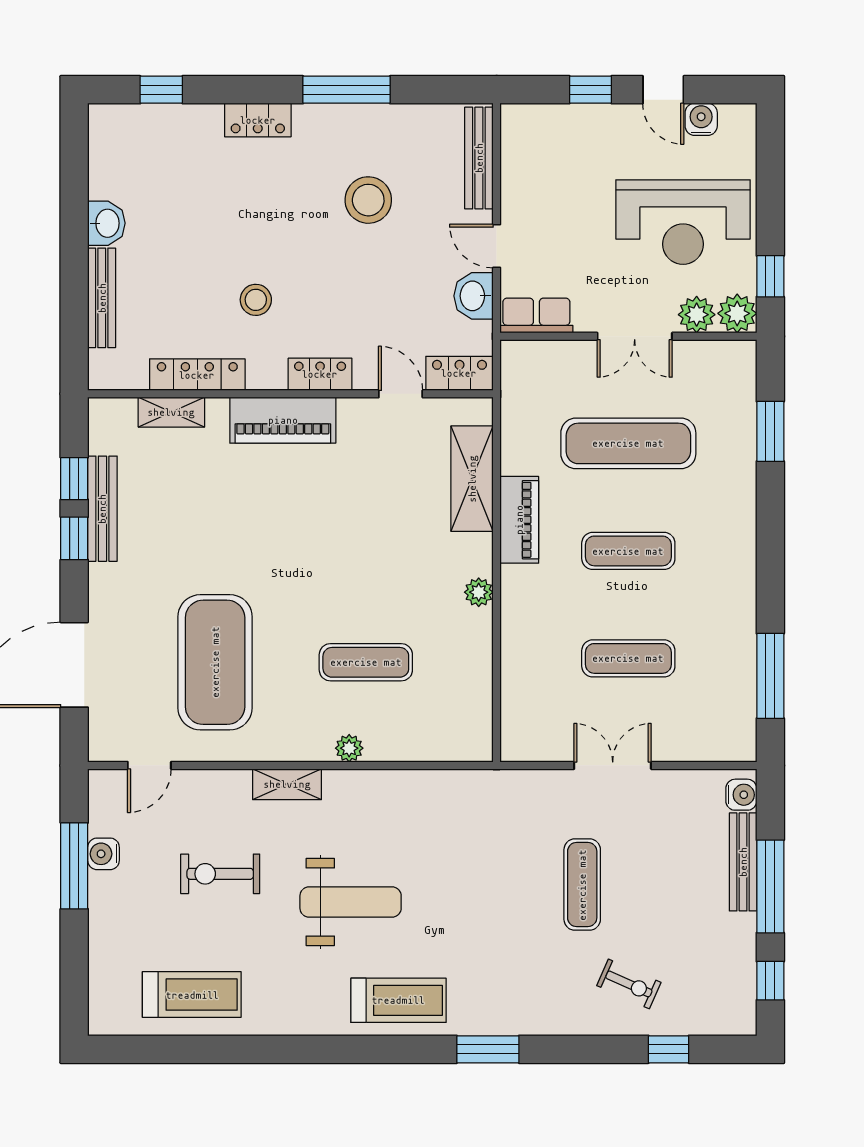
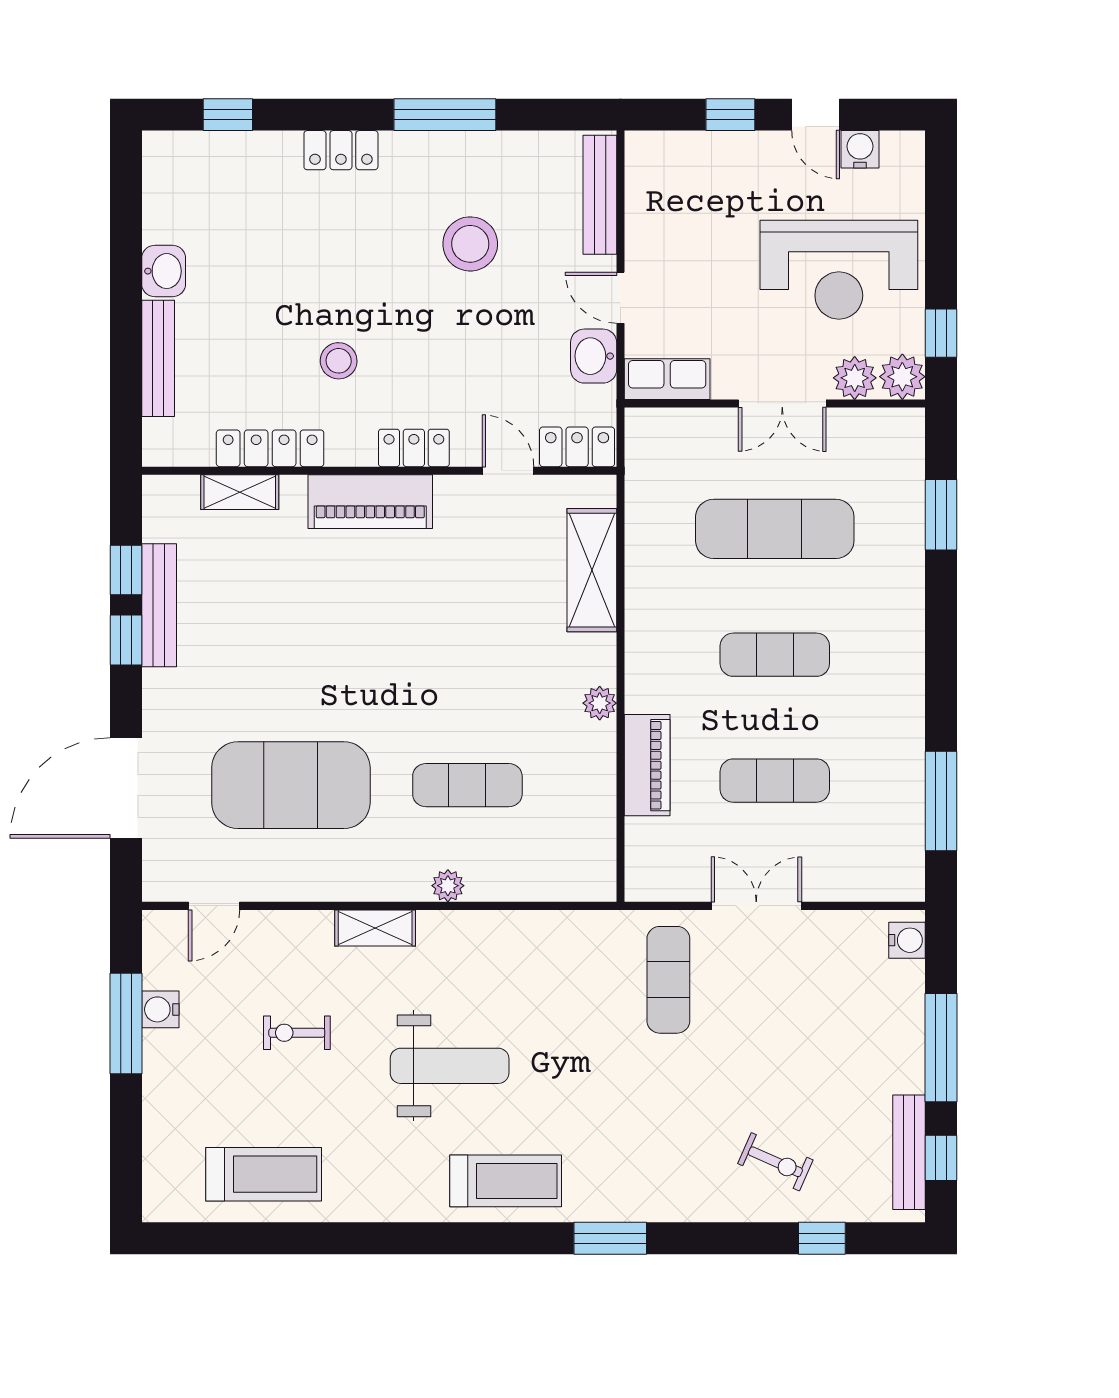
piano: (519, 520) -> (647, 765), moved
exercise mat: (215, 662) -> (291, 785), turned 90
bench: (743, 862) -> (909, 1152), moved
exercise bike: (220, 874) -> (297, 1033), width x0.73, depth x0.72
exercise mat: (582, 885) -> (668, 980), moved

